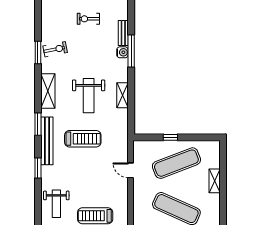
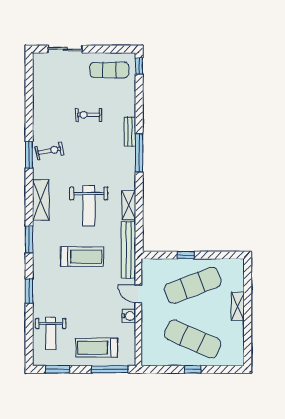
water cooler: (122, 52) -> (129, 316), moved
bench: (47, 141) -> (128, 250), moved

